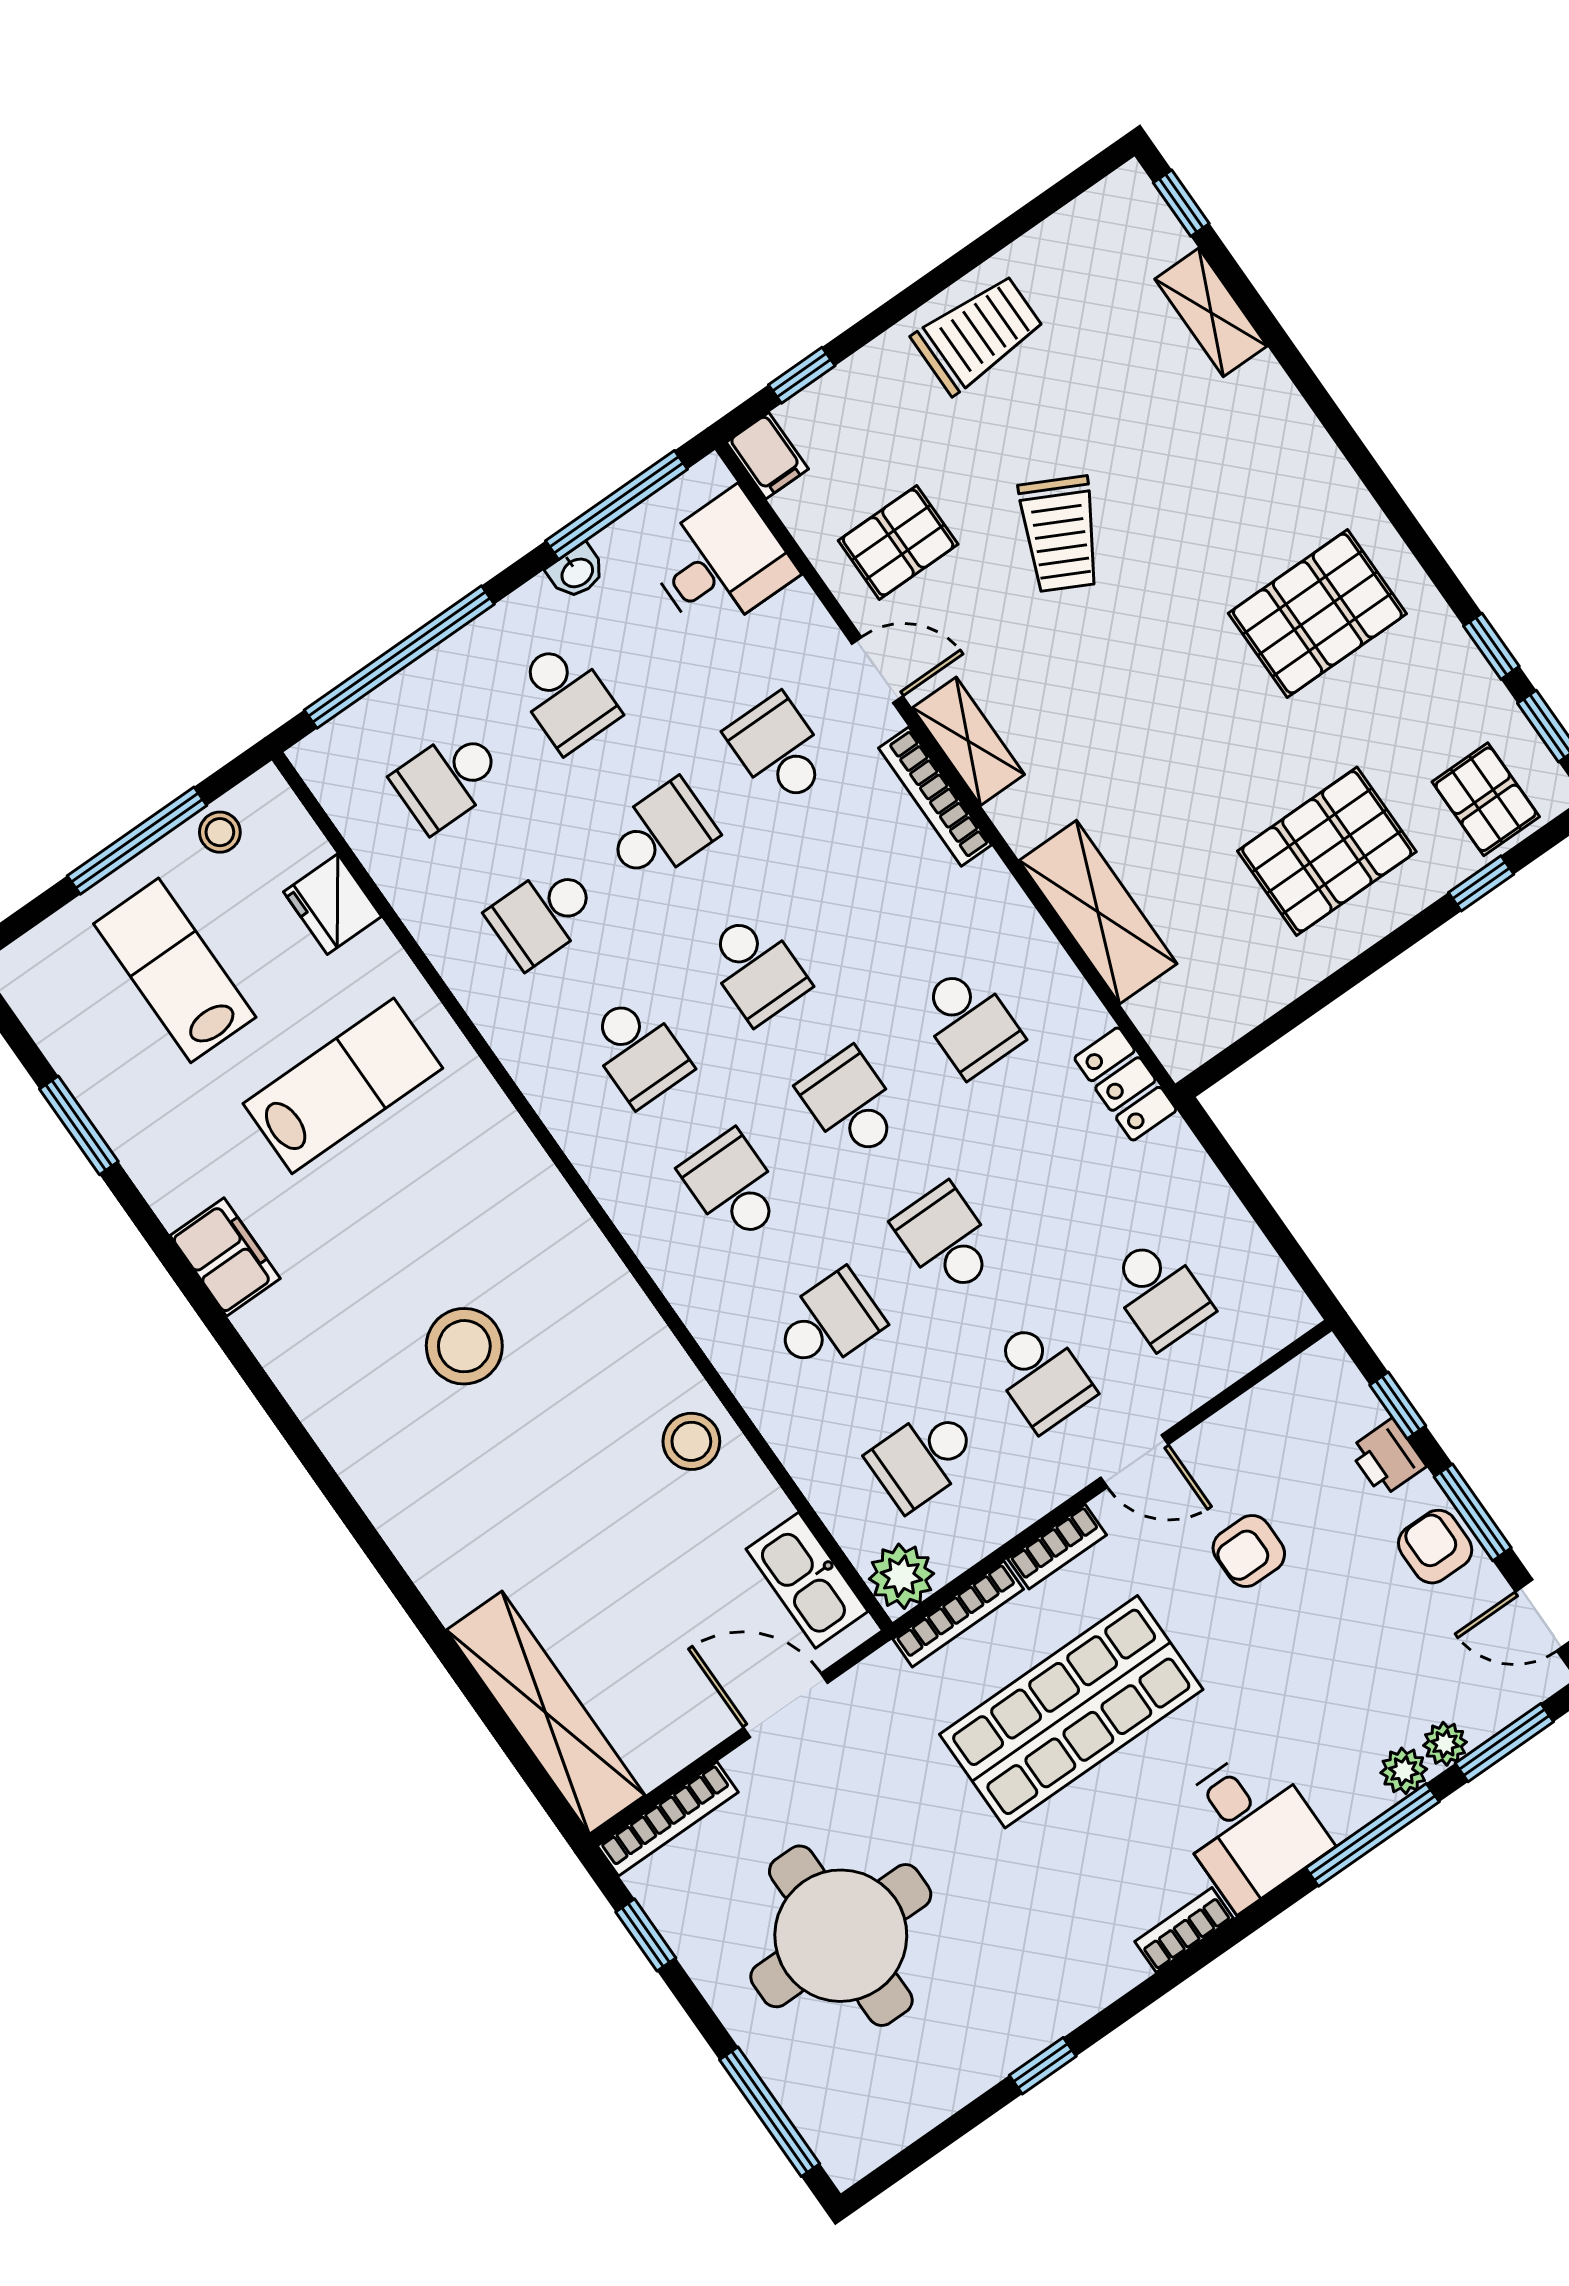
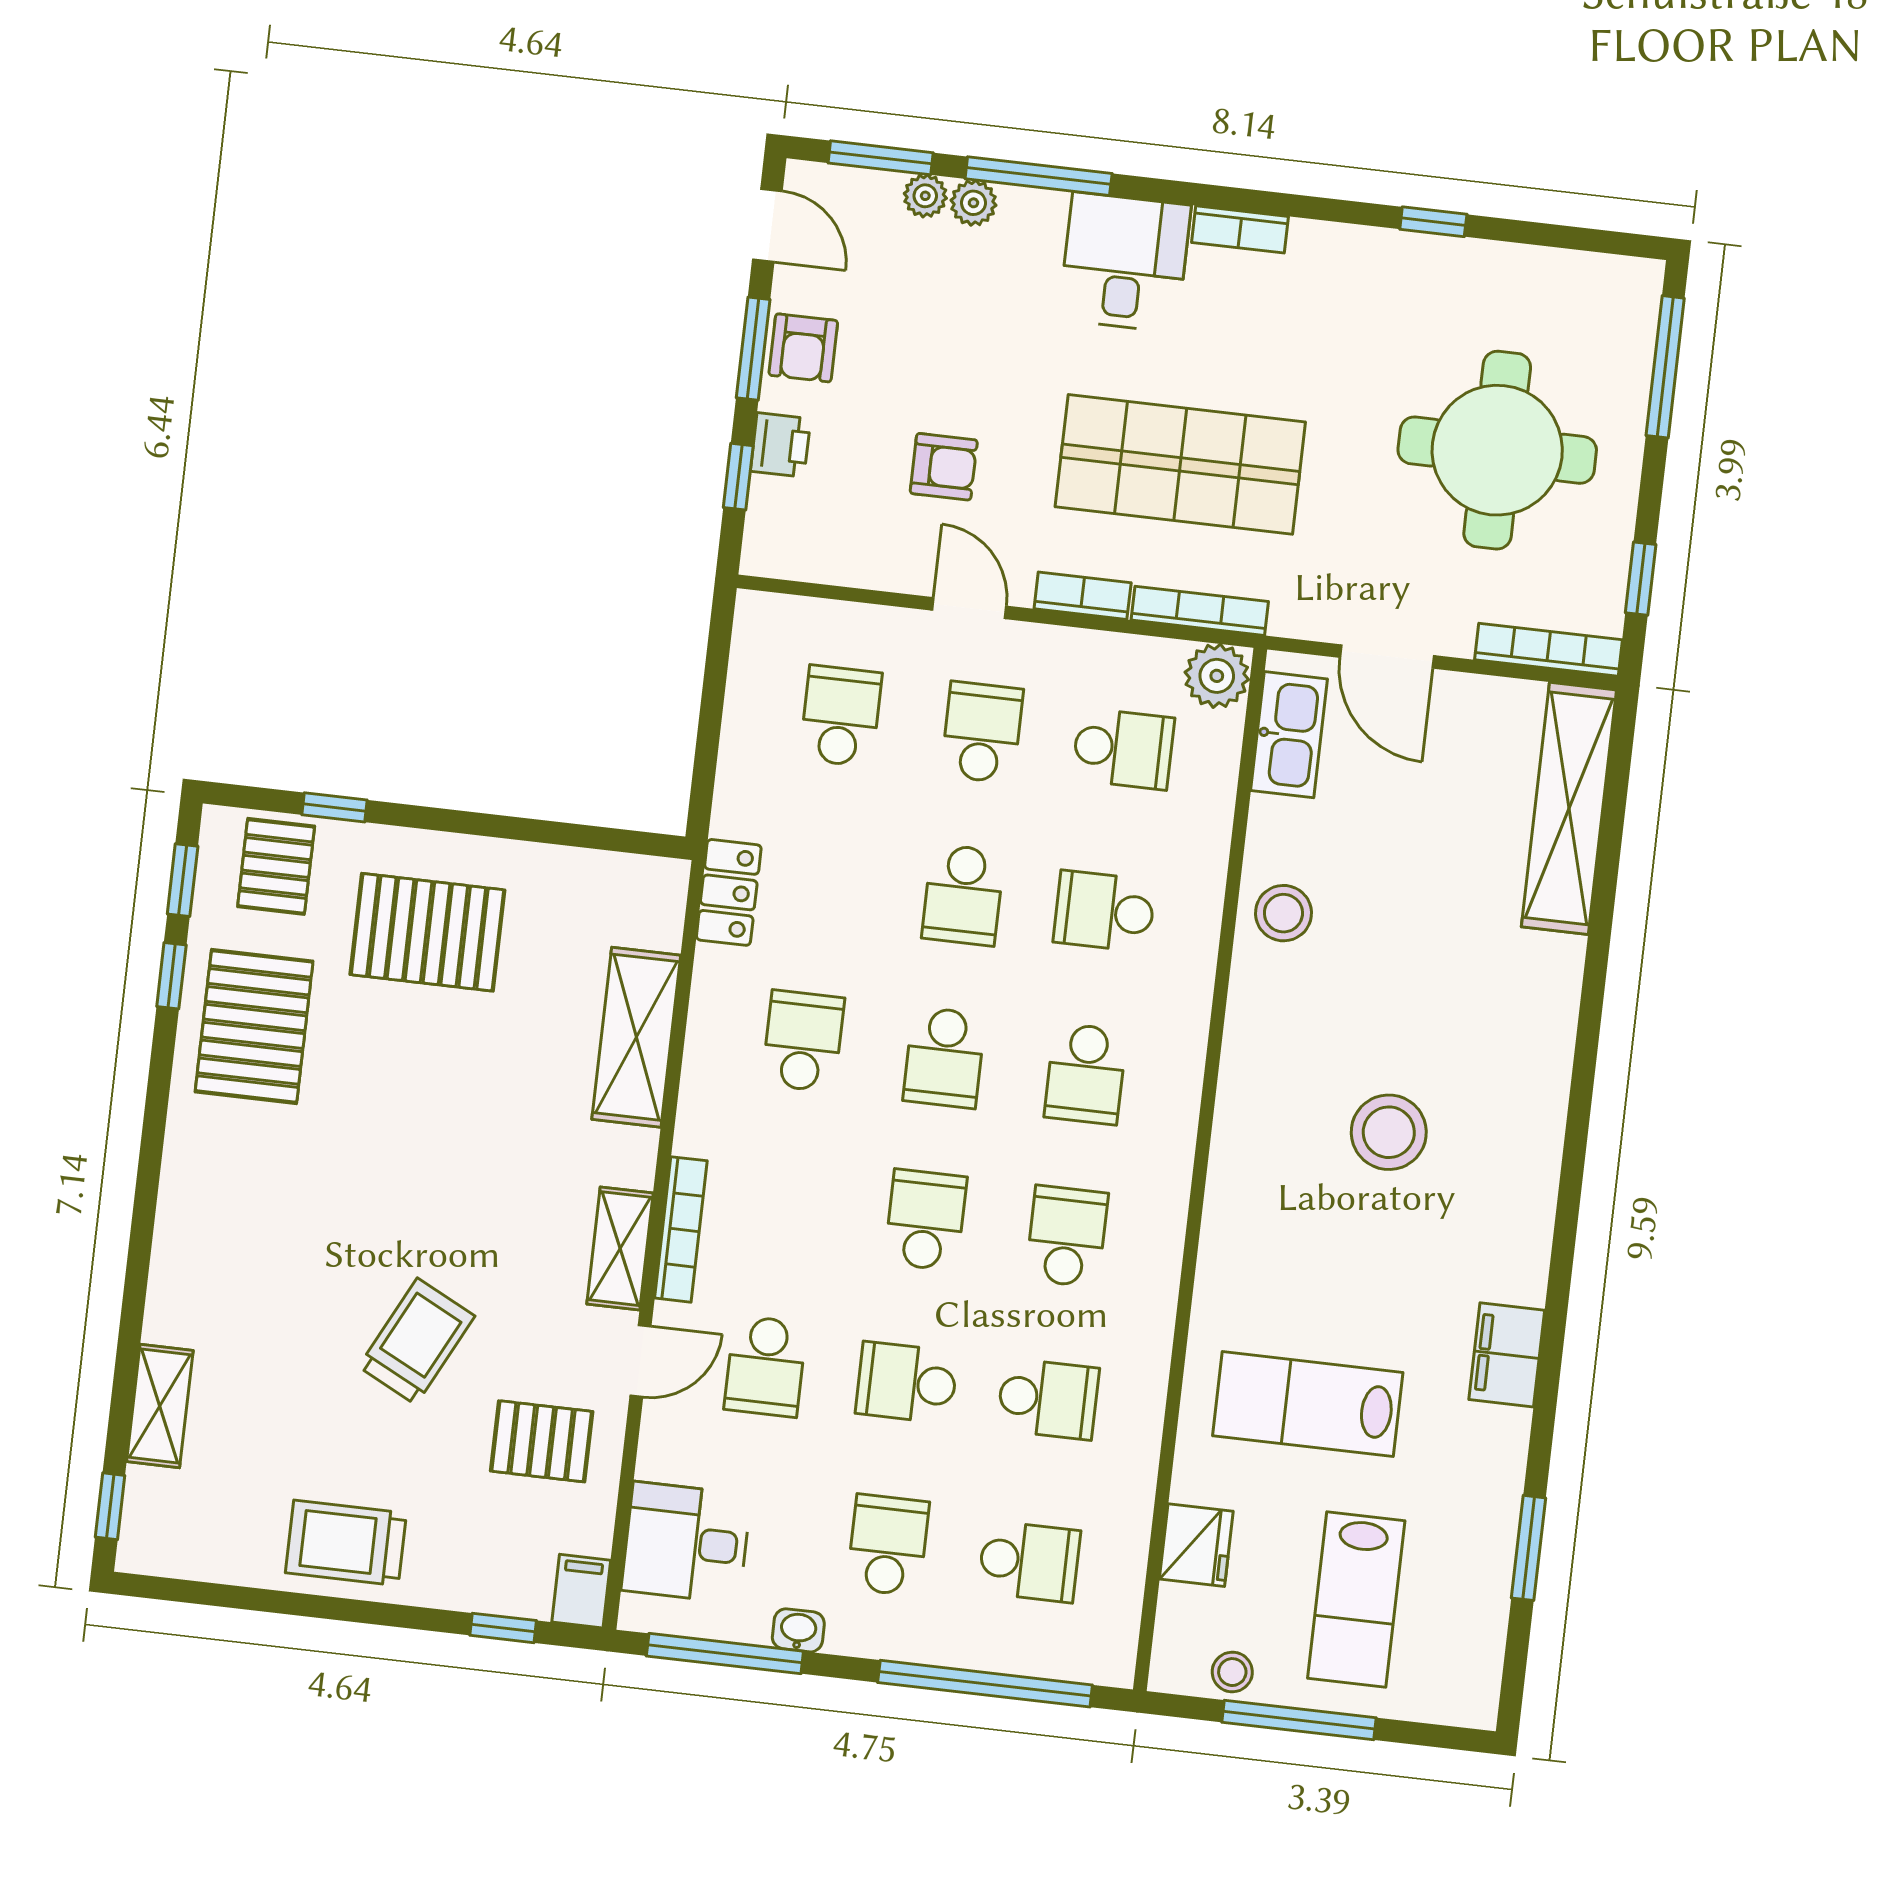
pallet: (1317, 613) -> (254, 1026), moved, turned 90
door: (877, 670) -> (641, 1361), swing flipped

